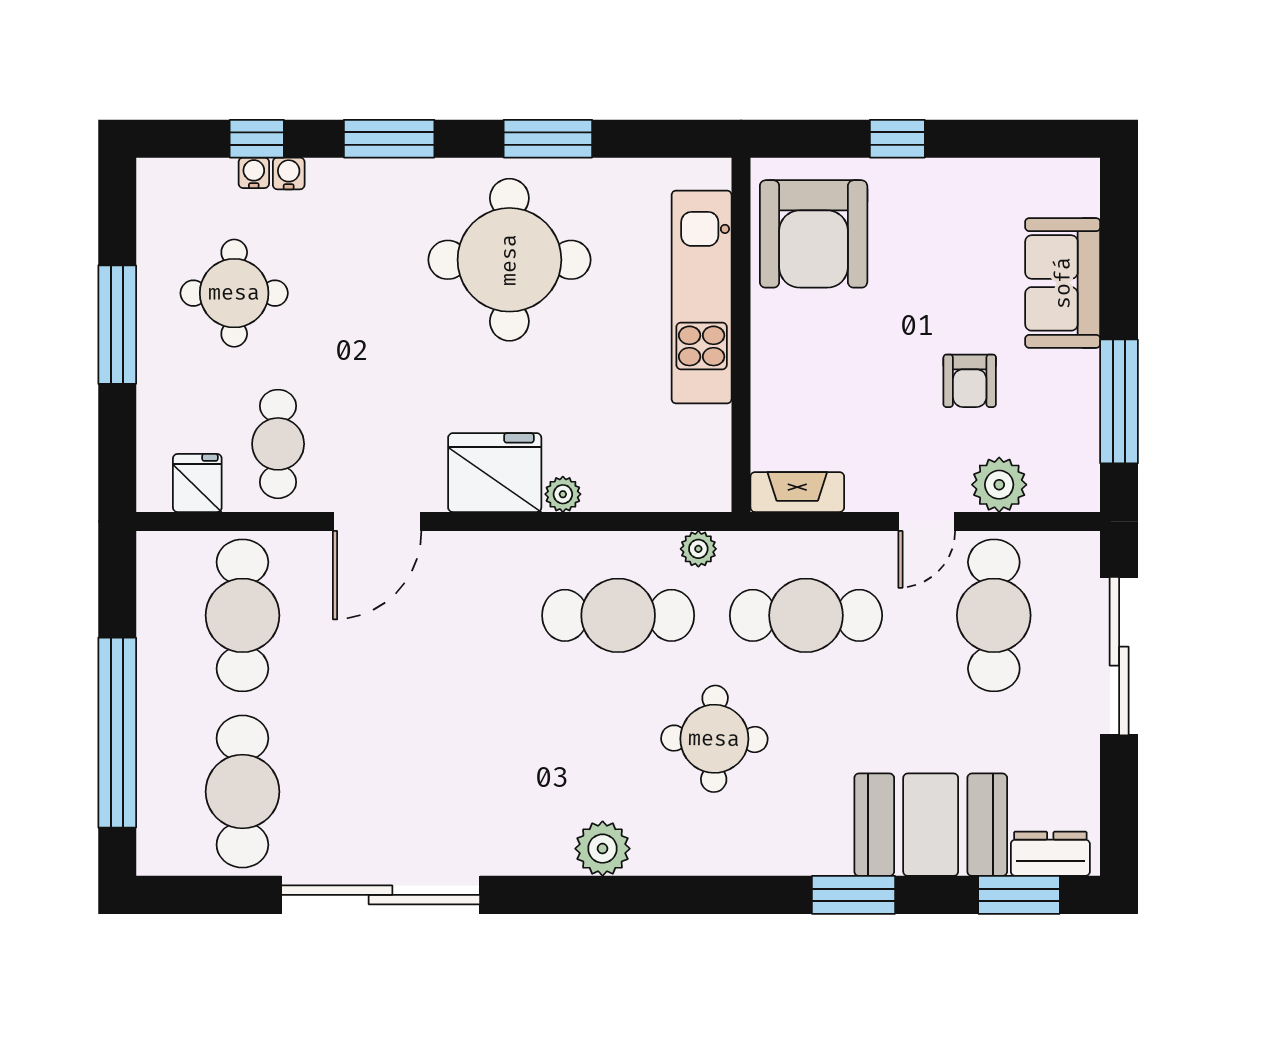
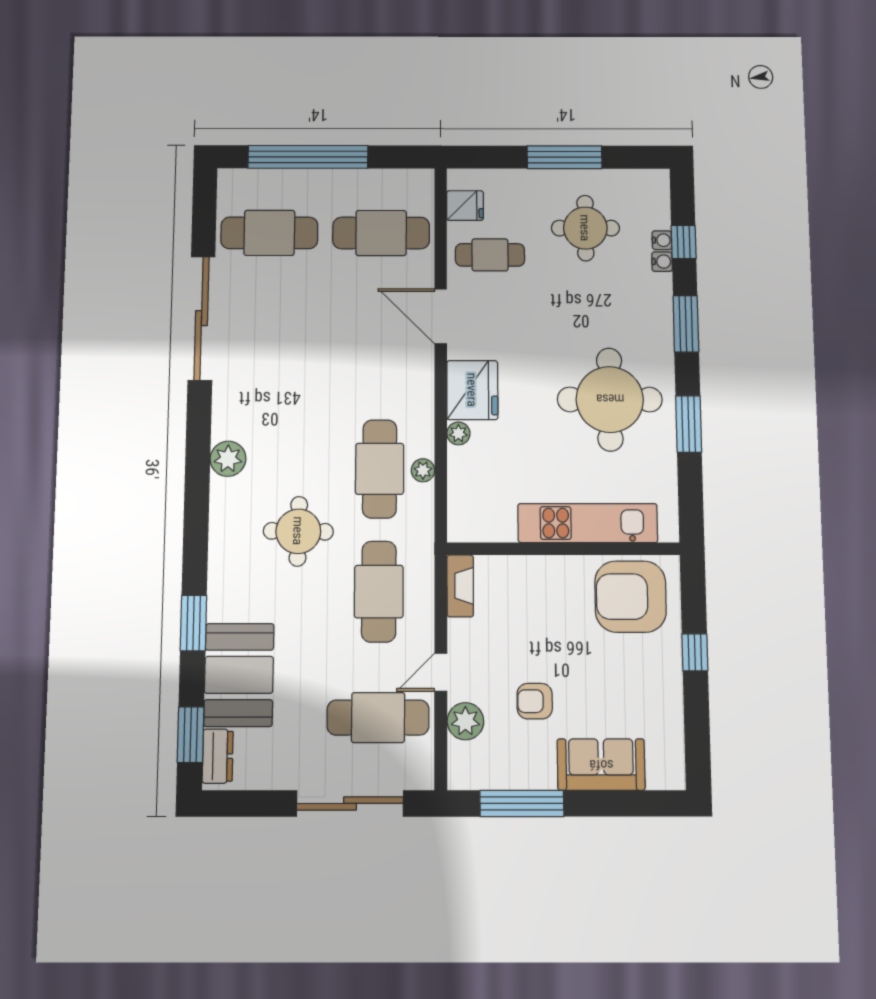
door: (927, 522) -> (441, 672), hinge flipped
plant: (698, 549) -> (423, 470), moved

